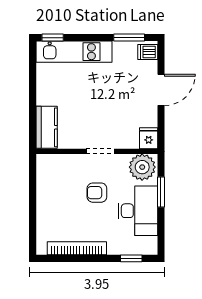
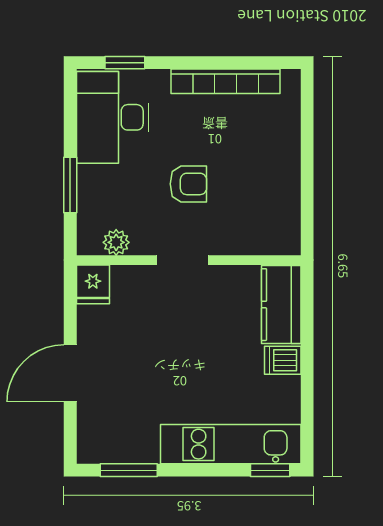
dishwasher: (148, 52) -> (283, 360), moved, turned 180
plant: (142, 167) -> (116, 242), width x0.53, depth x0.53
desk: (138, 211) -> (113, 117), moved

